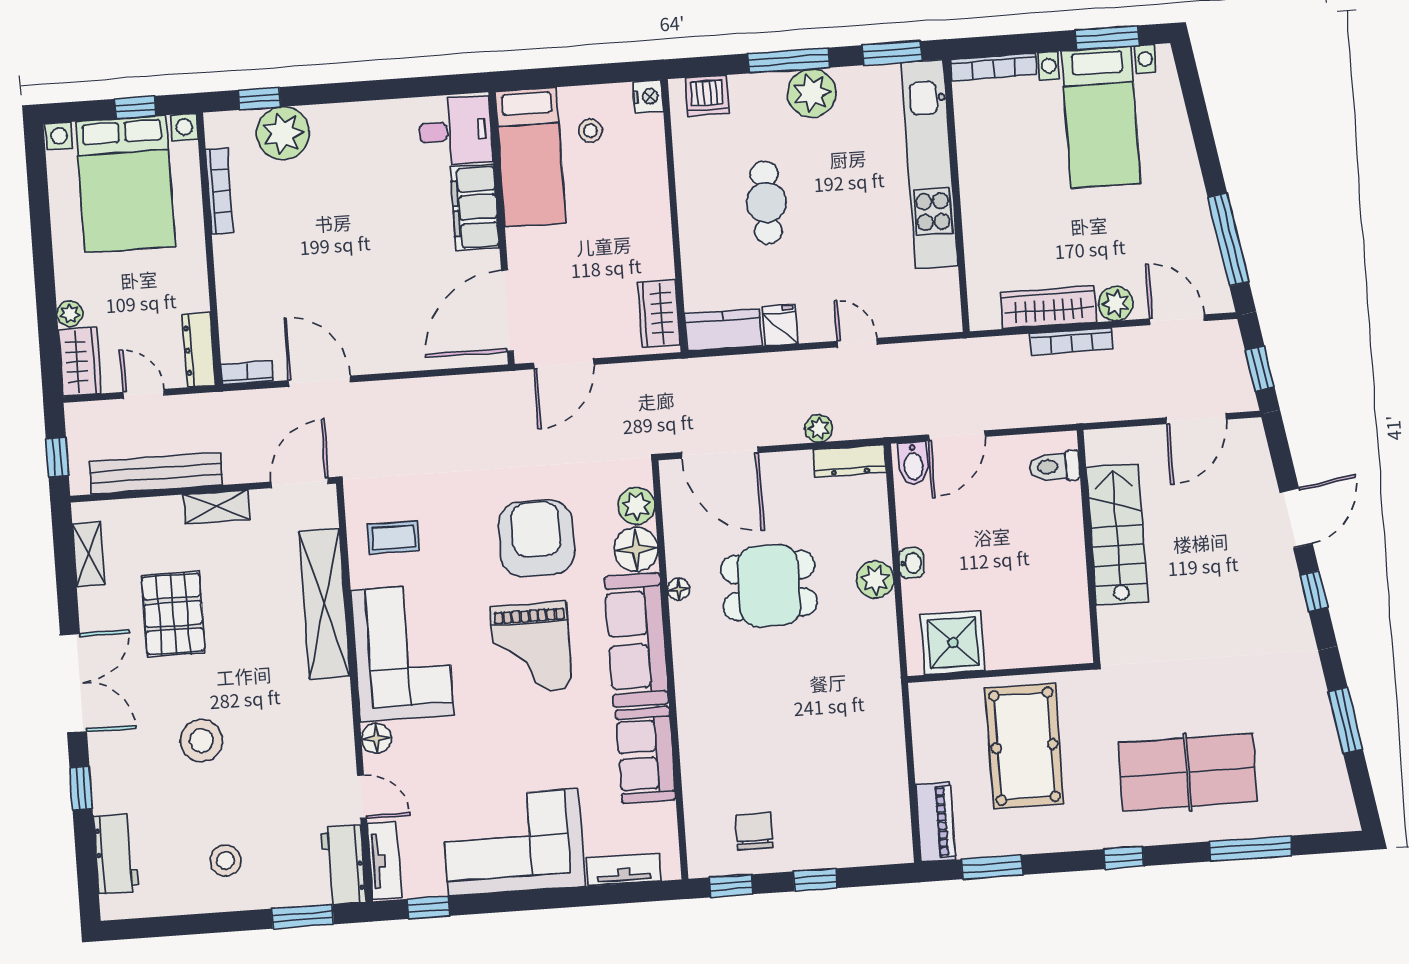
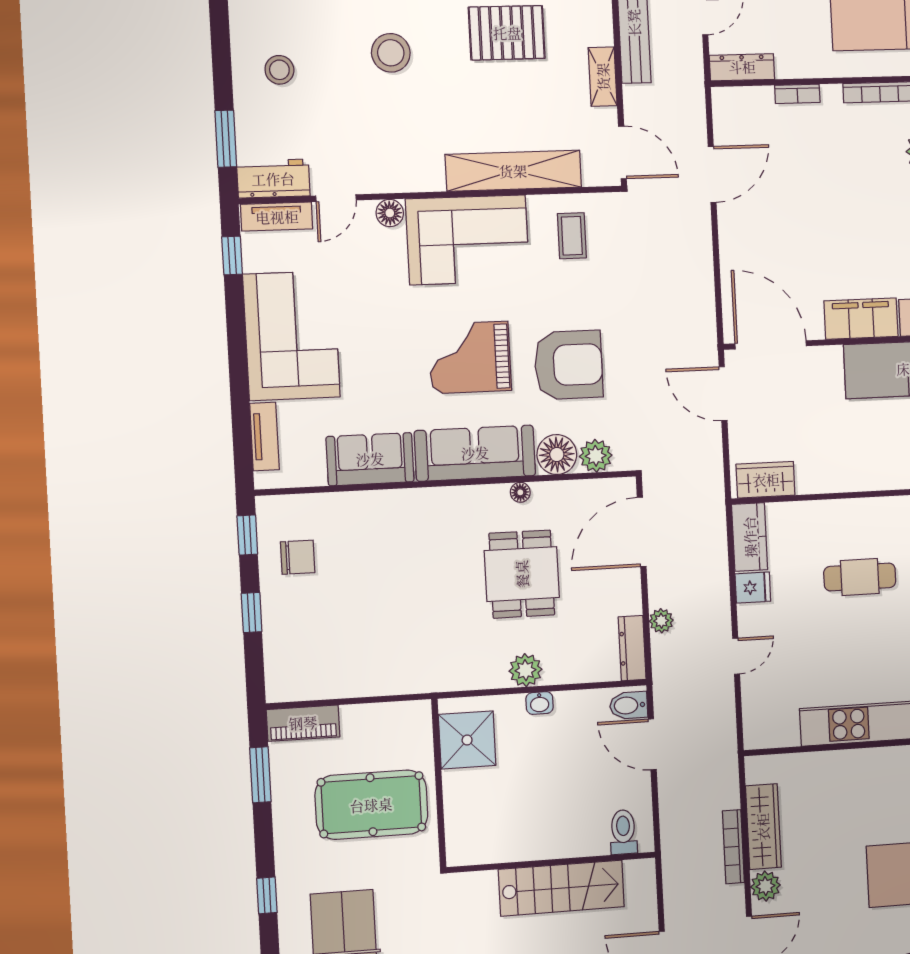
bookcase: (247, 373) -> (797, 94), moved, turned 90

